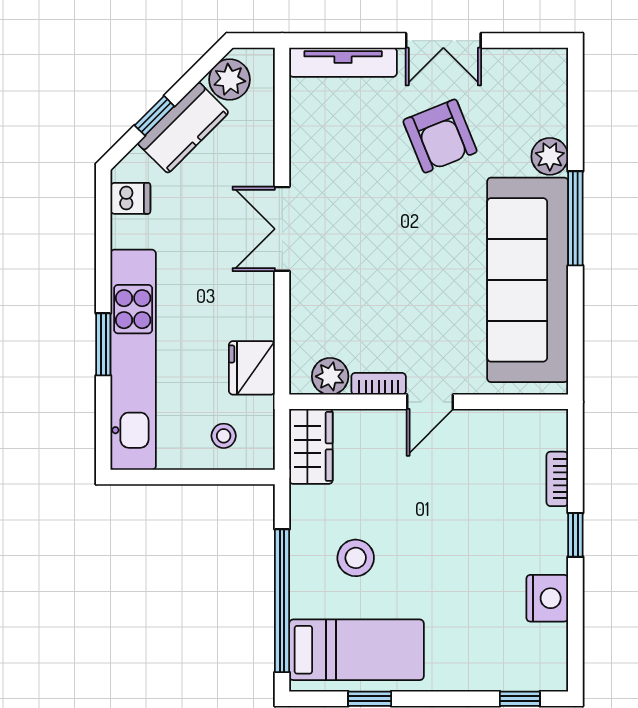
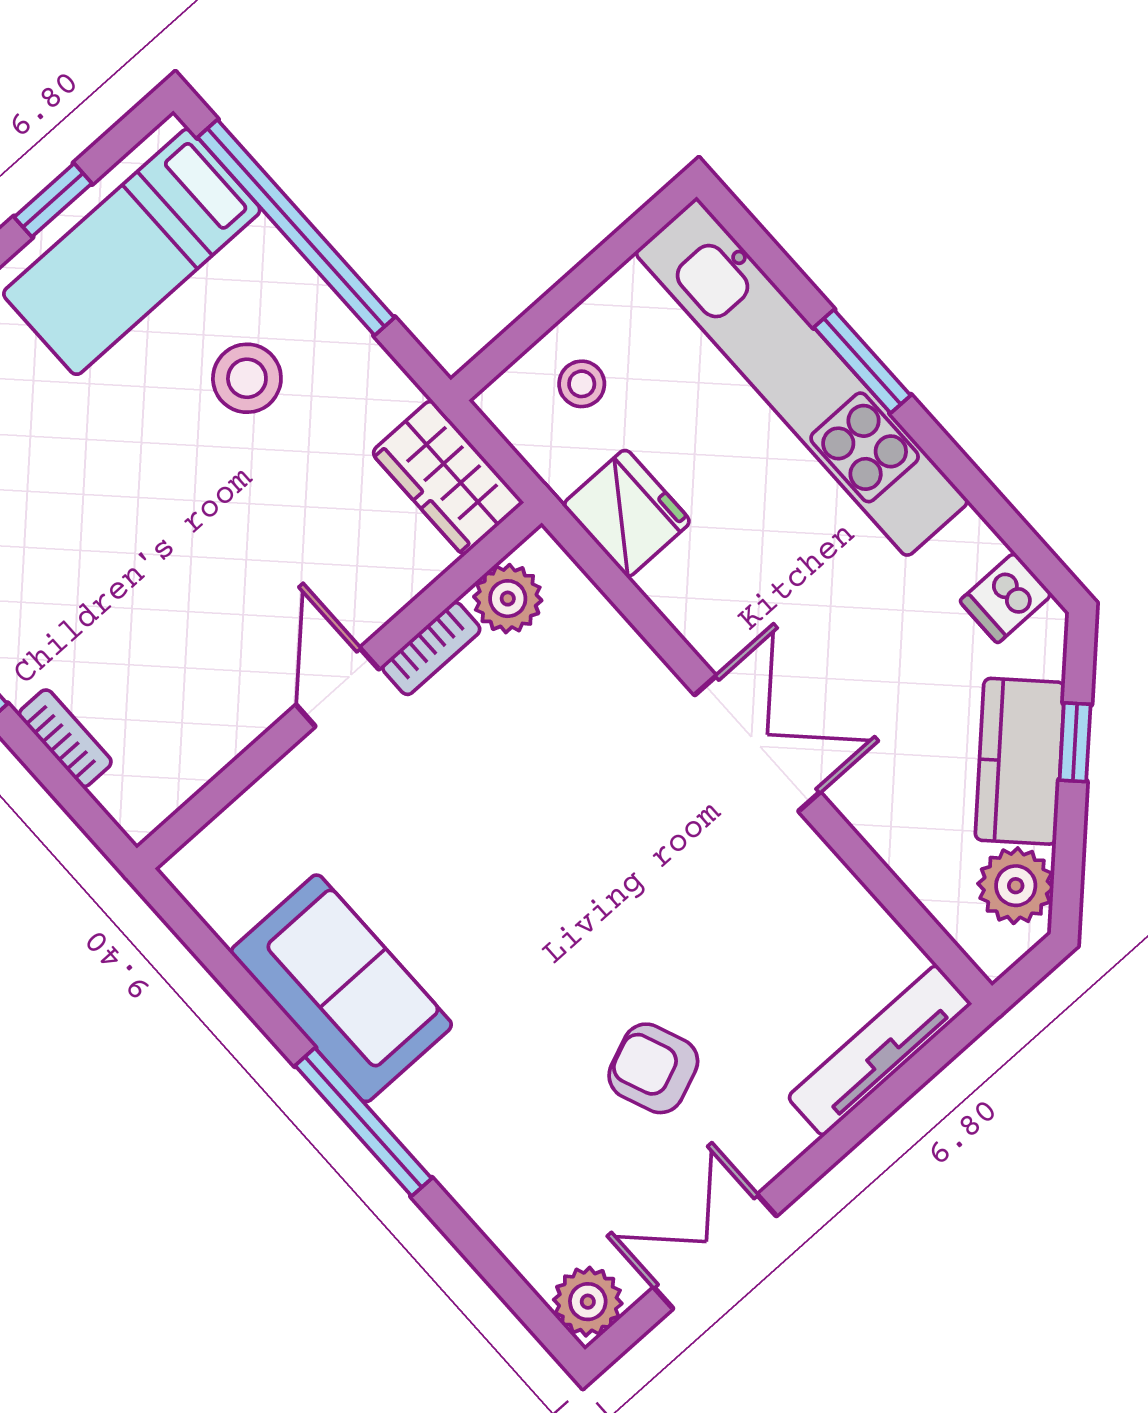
double door: (443, 41) -> (715, 1252), moved
armchair: (440, 136) -> (653, 1068), width x0.72, depth x0.72
plant: (550, 156) -> (588, 1302), moved
sofa: (528, 280) -> (341, 988), width x0.54, depth x0.79

